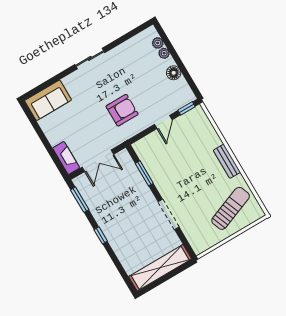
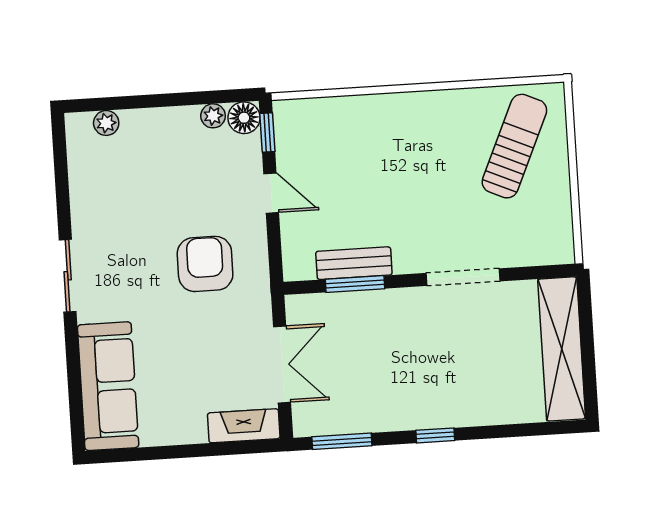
plant: (164, 53) -> (213, 116), moved
floor lamp: (174, 73) -> (244, 118), moved
sofa: (48, 100) -> (108, 386), width x1.36
bench: (227, 161) -> (354, 263), moved
sun lounger: (231, 208) -> (514, 146), turned 45

